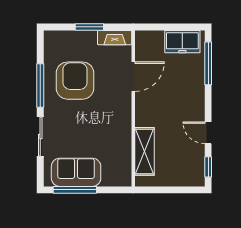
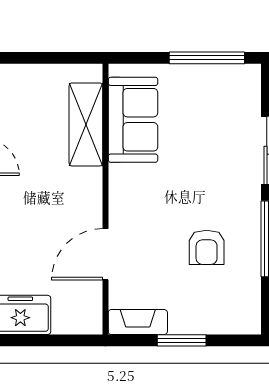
armchair: (75, 81) -> (207, 247), width x0.53, depth x0.53
sofa: (76, 172) -> (133, 120), moved, turned -90

